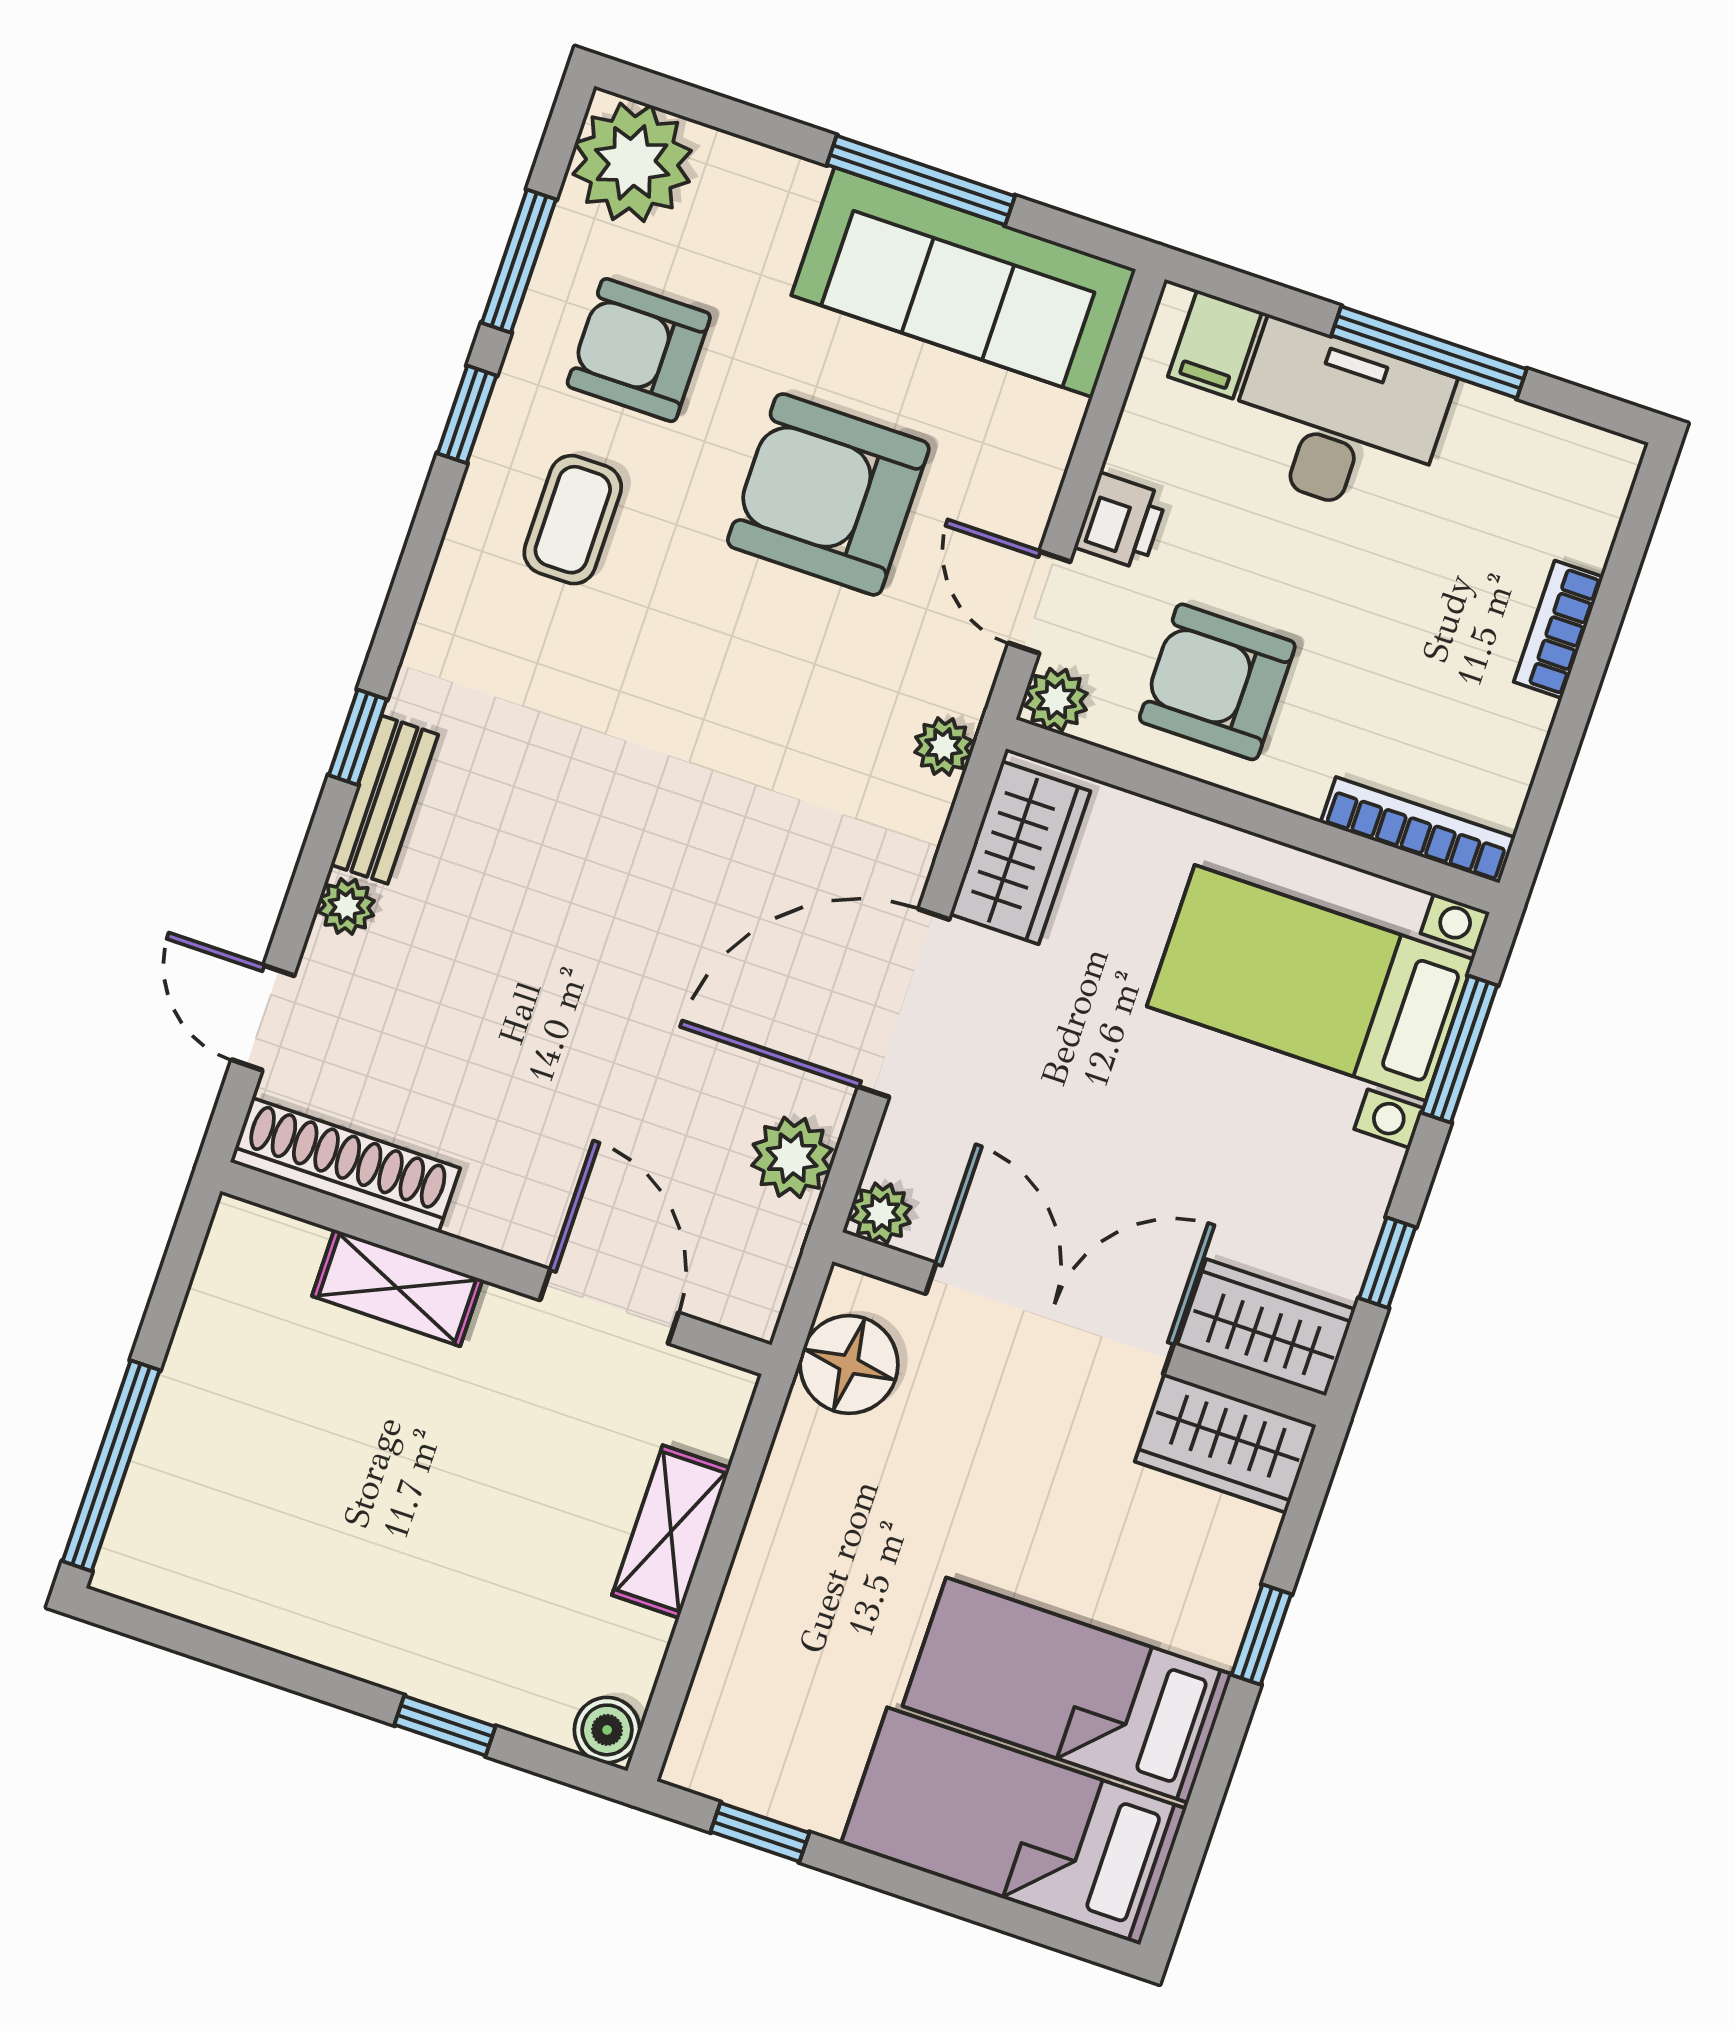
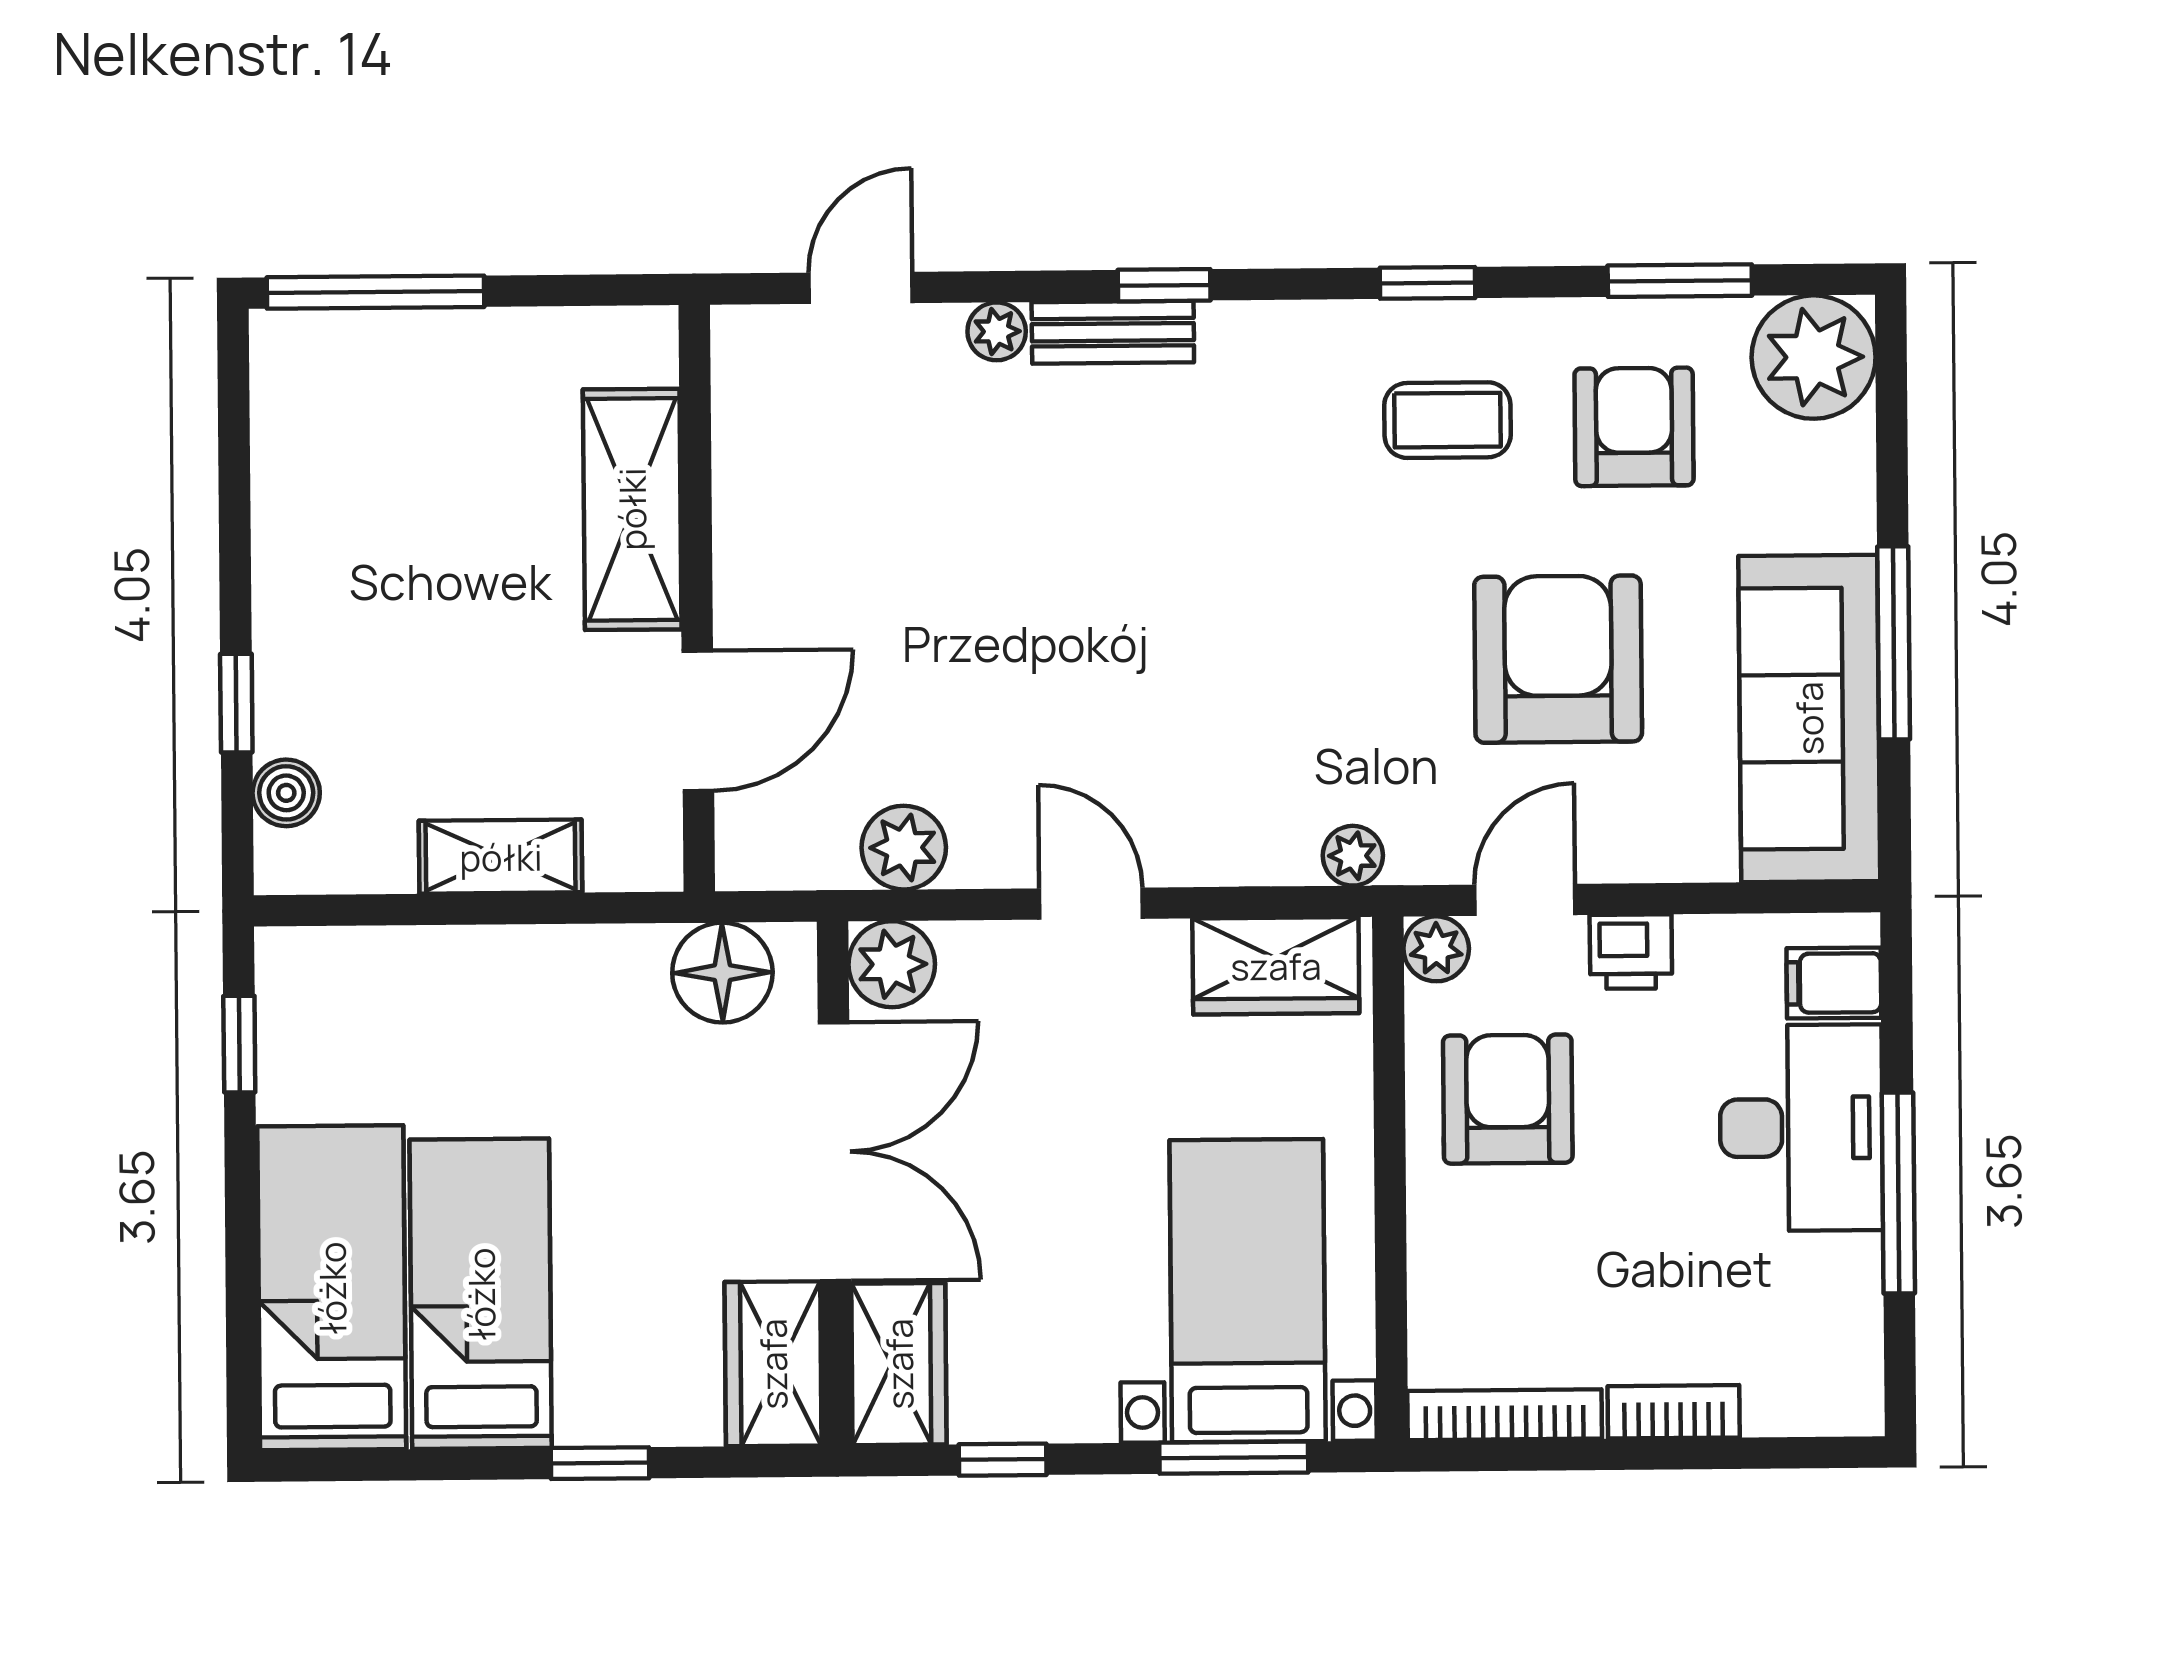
window: (467, 414) -> (1428, 283), moved
bookcase: (1418, 830) -> (1505, 1415), moved, turned -90
door: (904, 1003) -> (1091, 904), width x0.53
shoe rack: (345, 1165) -> (746, 417), removed
plant: (881, 1213) -> (892, 964), width x1.38, depth x1.38
shelving: (397, 1288) -> (632, 509), width x1.50, depth x1.33
boiler: (607, 1730) -> (286, 793), moved

